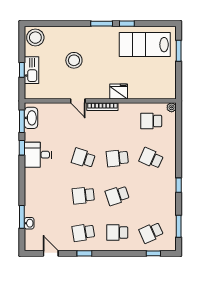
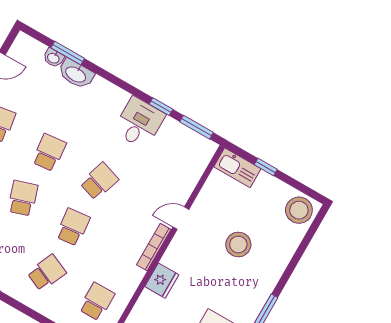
kitchen sink: (31, 70) -> (237, 168), moved
washbasin: (31, 118) -> (76, 74), moved

